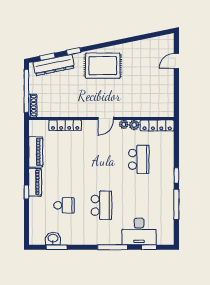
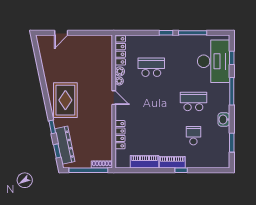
door: (176, 61) -> (61, 33), hinge flipped
desk: (139, 231) -> (214, 61), width x1.36, depth x1.30
washbasin: (53, 239) -> (224, 120), moved

